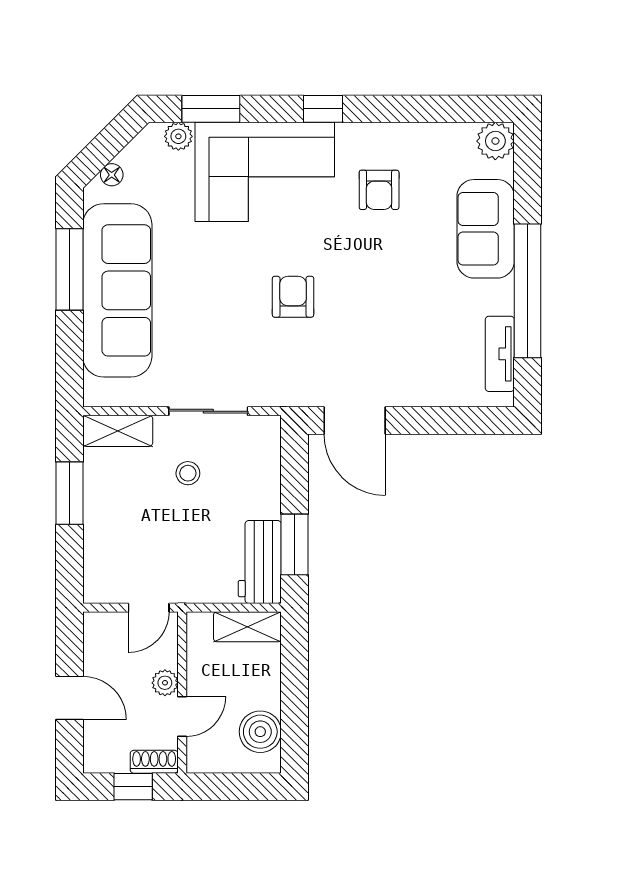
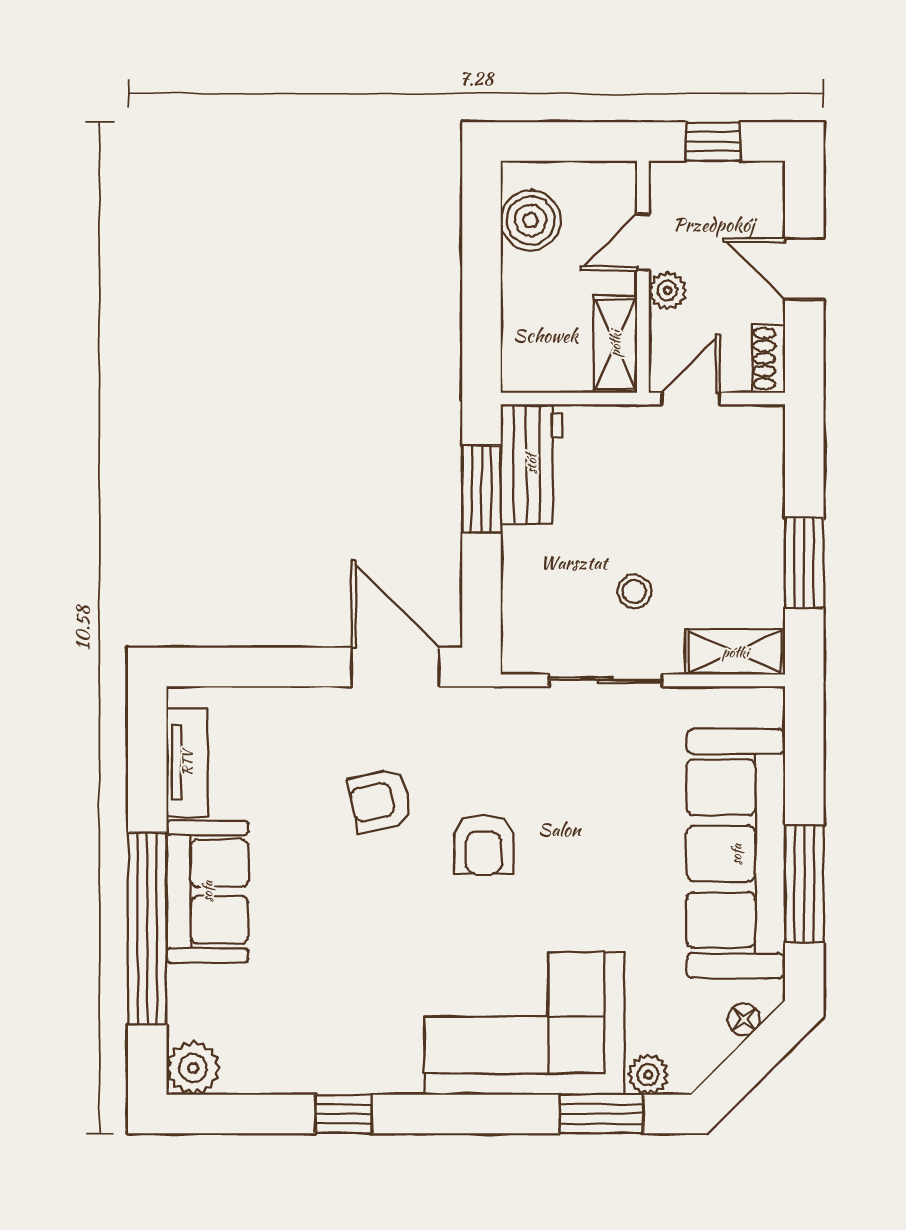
window: (323, 109) -> (343, 1114), moved
armchair: (379, 190) -> (380, 801), moved, turned -102
sofa: (486, 229) -> (207, 891), moved
window: (528, 291) -> (147, 929), moved
shelving: (247, 627) -> (615, 344), moved, turned 90
shoe rack: (154, 762) -> (769, 359), moved, turned 90

